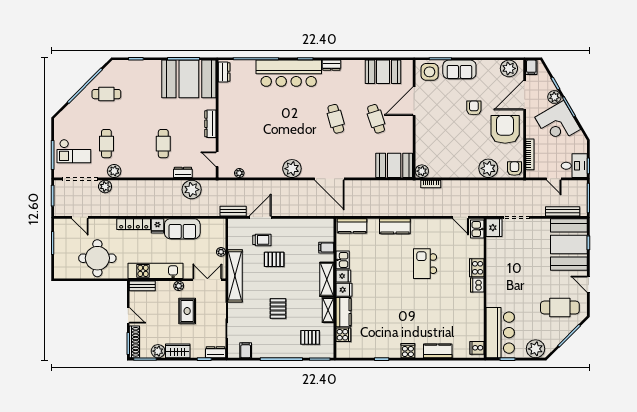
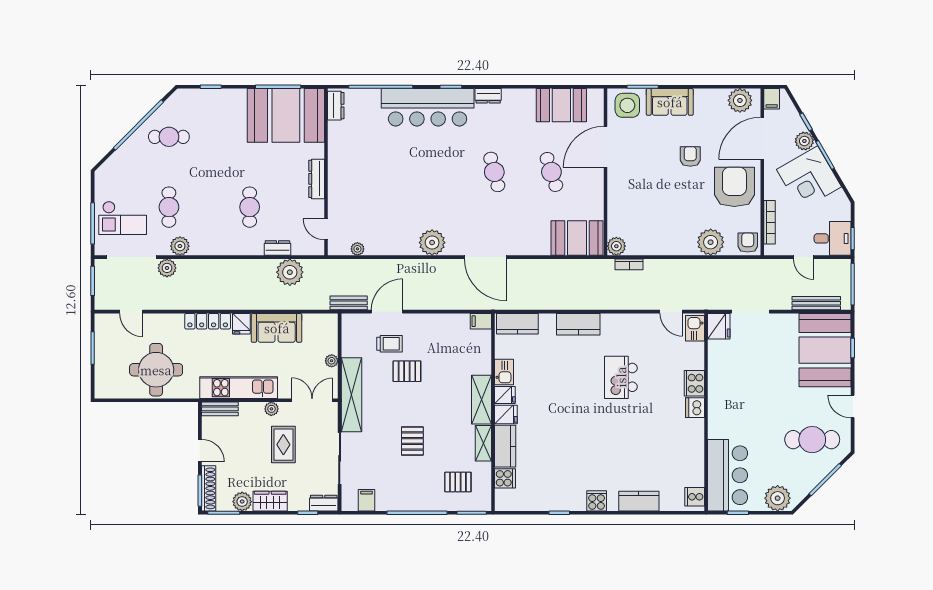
filing cabinet: (326, 248) -> (481, 321), moved

